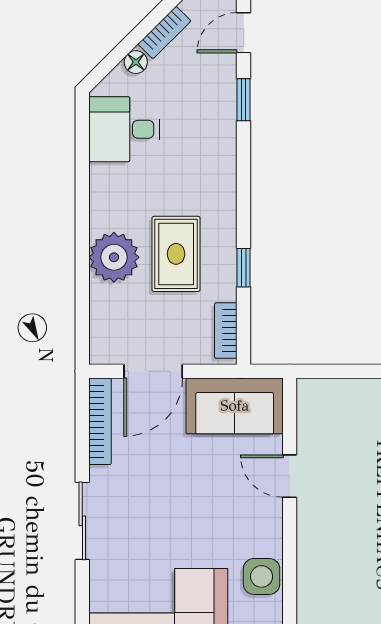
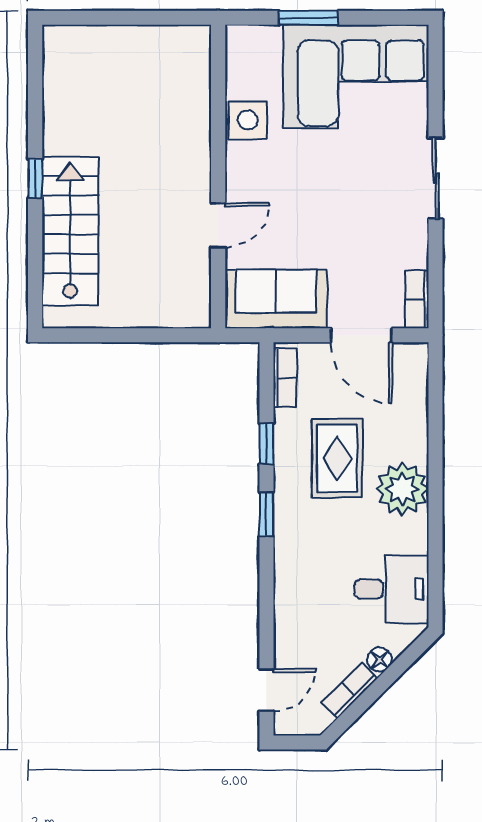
window: (244, 100) -> (266, 514), moved
plant: (114, 257) -> (402, 489), moved
door: (153, 371) -> (361, 335), swing flipped
bookcase: (100, 421) -> (417, 299), width x0.64
door: (290, 476) -> (218, 225), hinge flipped

